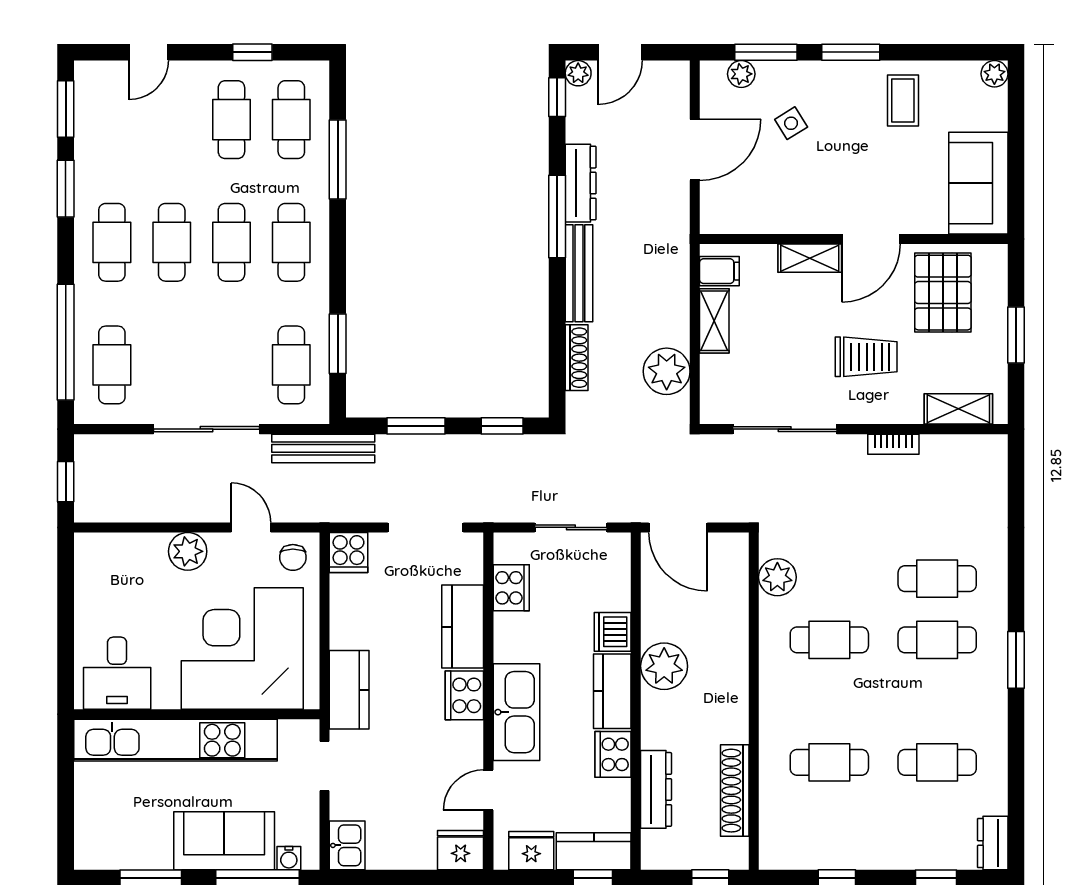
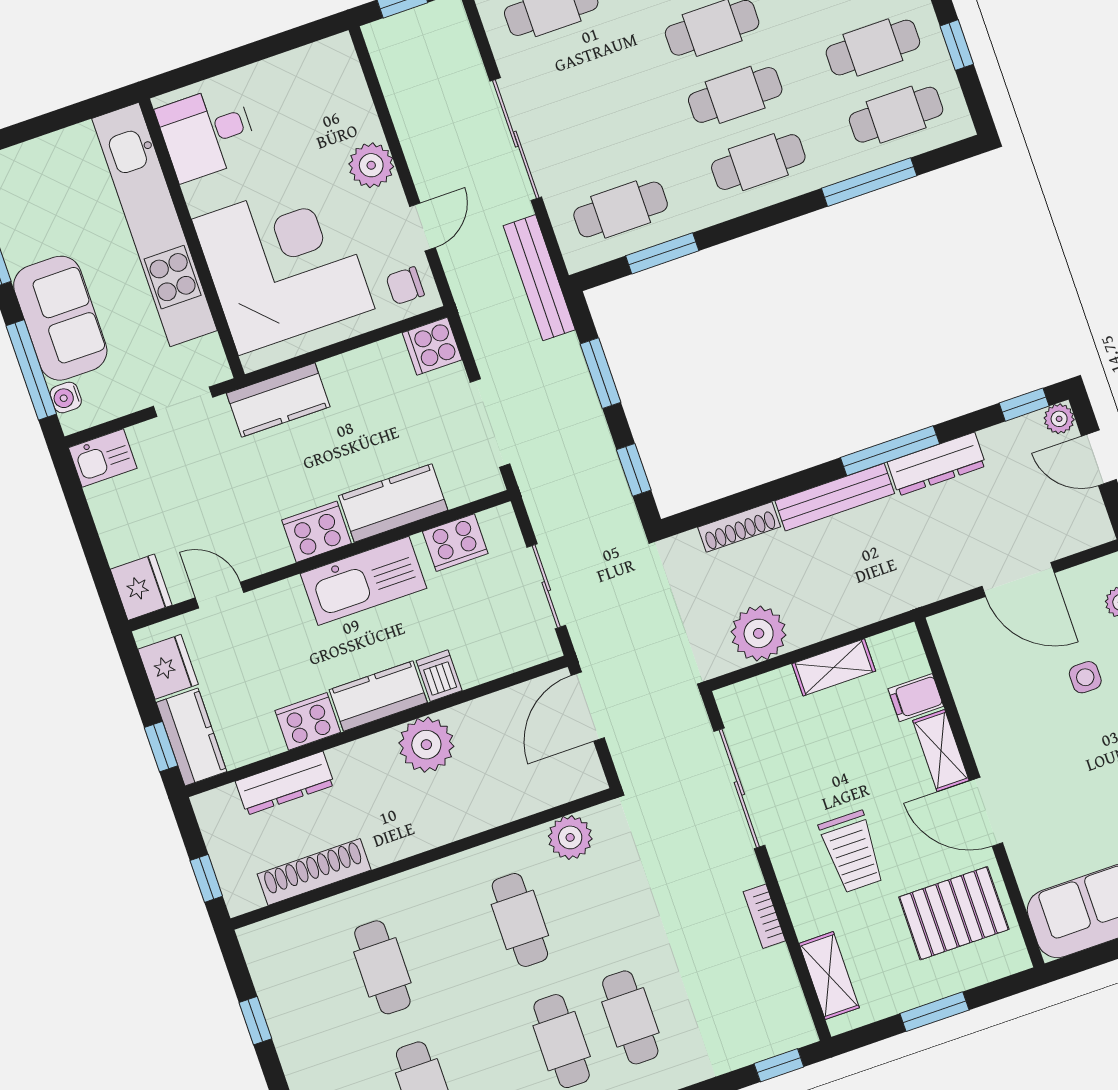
side table: (791, 123) -> (1085, 677), turned 32
filing cabinet: (719, 271) -> (916, 698), moved, turned 90
window: (1016, 473) -> (779, 1065), added
dishwasher: (613, 632) -> (439, 676), width x0.73
kitchen sink: (517, 712) -> (364, 581), moved

